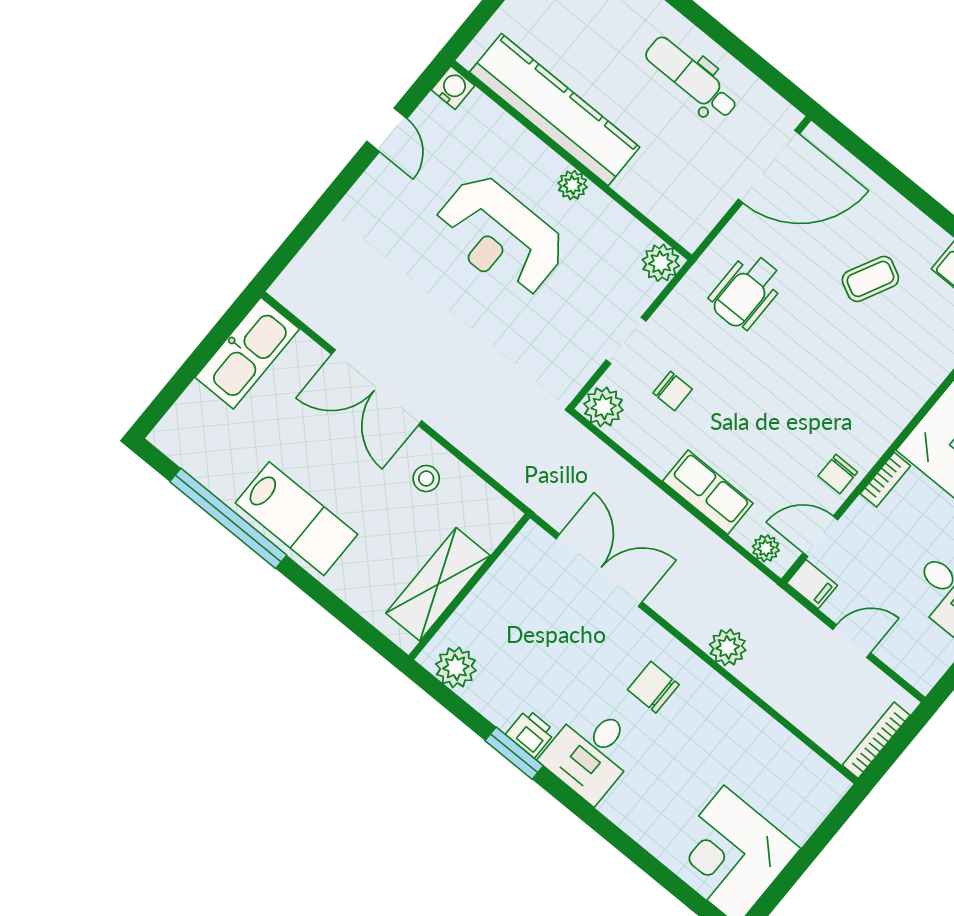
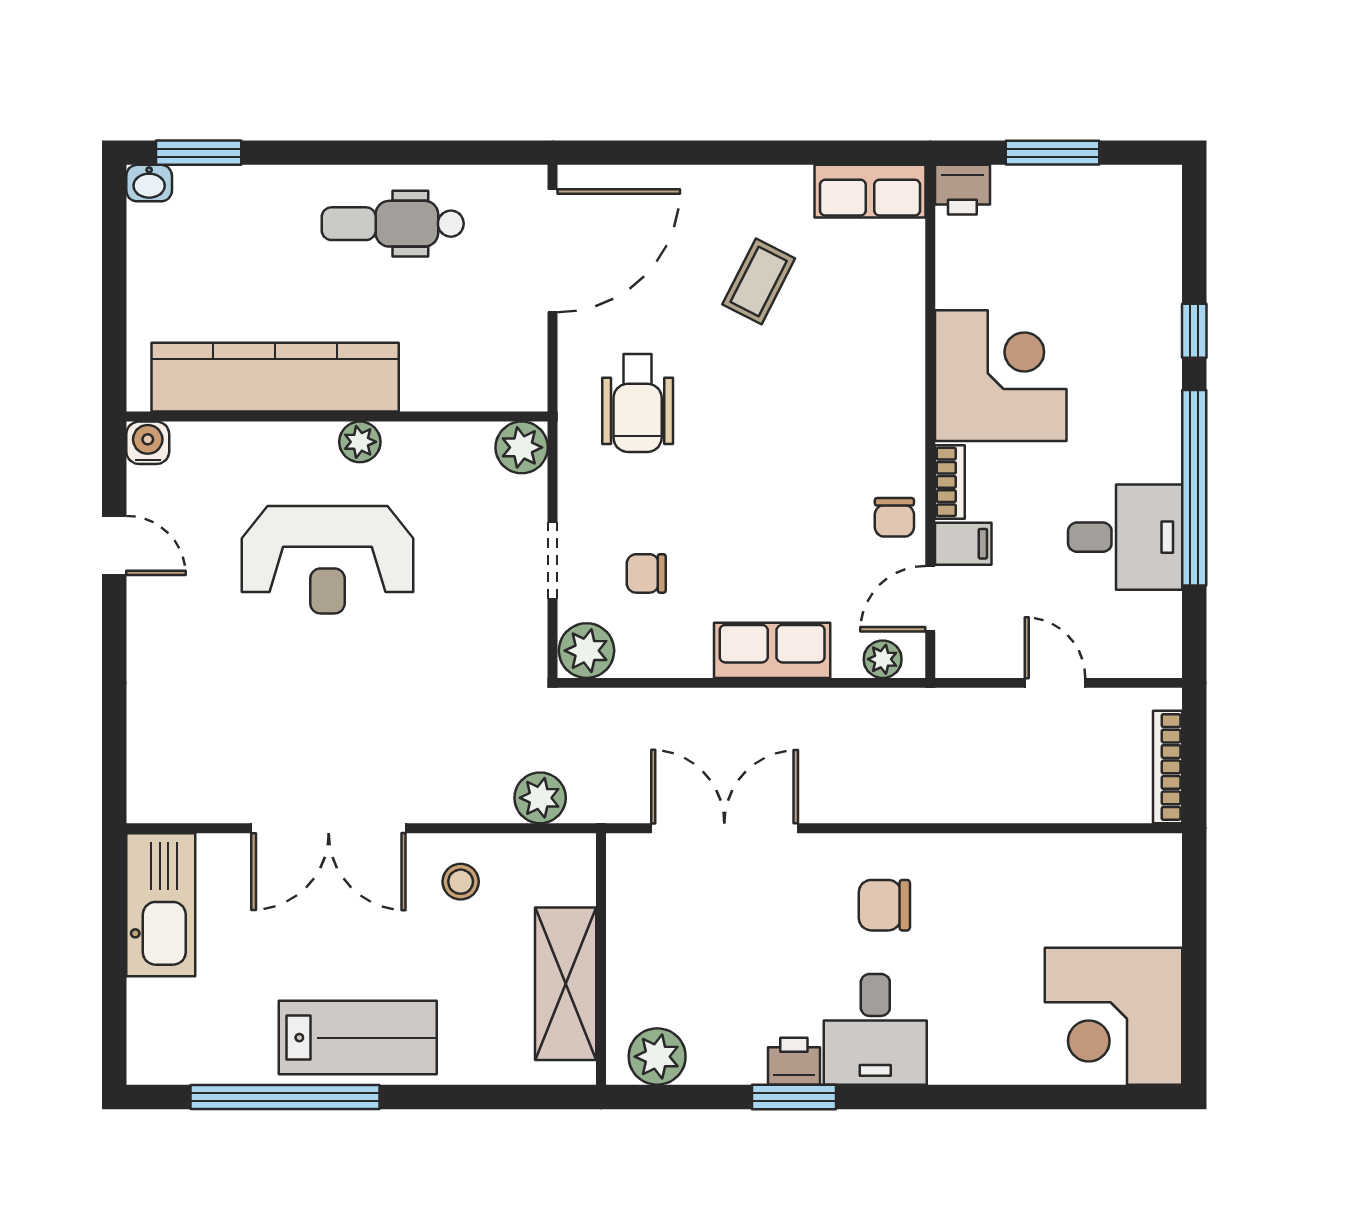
chair: (673, 391) -> (646, 573), turned 180
filing cabinet: (812, 584) -> (963, 544), moved
door: (852, 641) -> (1055, 683), hinge flipped
plant: (728, 647) -> (540, 798), moved

